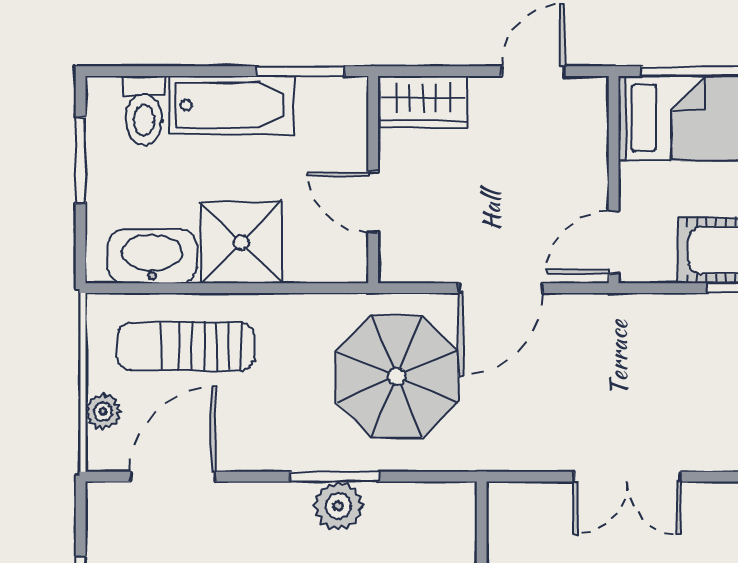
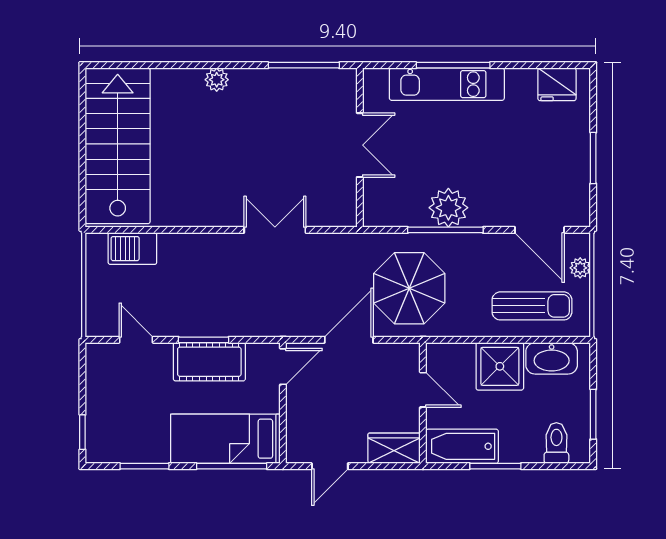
window: (301, 71) -> (495, 466), moved
bathtub: (231, 105) -> (462, 446), moved
door: (173, 477) -> (540, 230), hinge flipped
window: (335, 477) -> (445, 230), width x1.44
plant: (338, 506) -> (448, 208), width x1.36, depth x1.36

